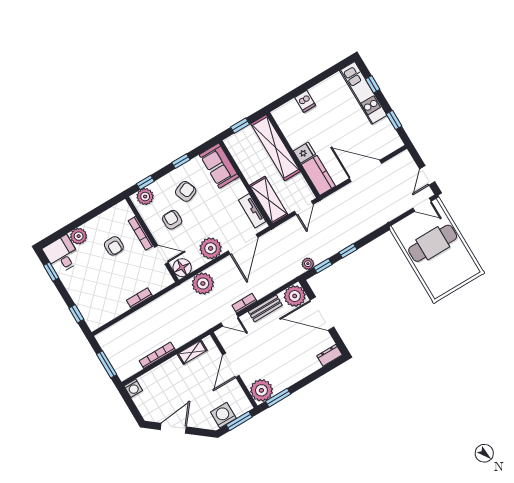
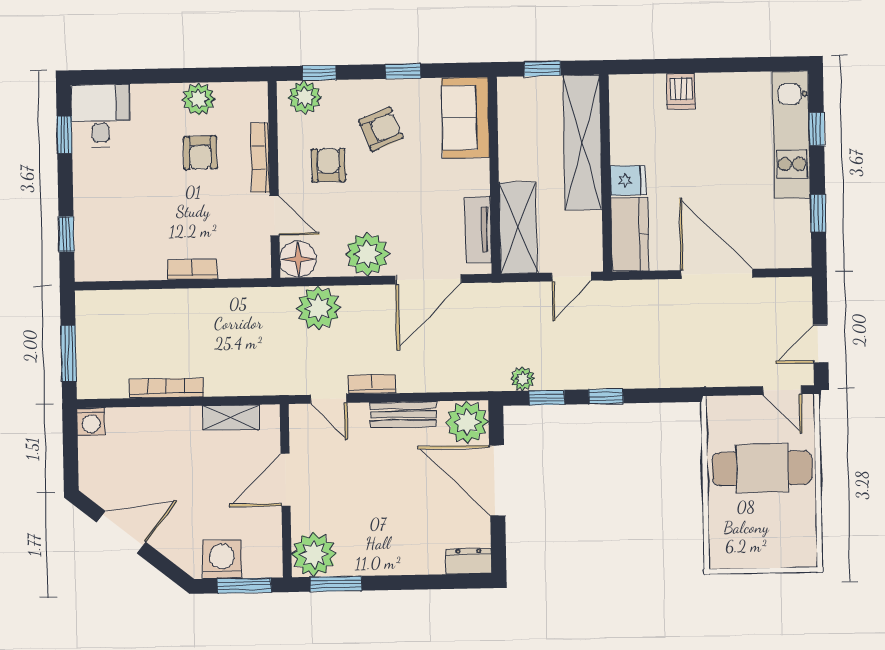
plant: (79, 236) -> (199, 99), moved

